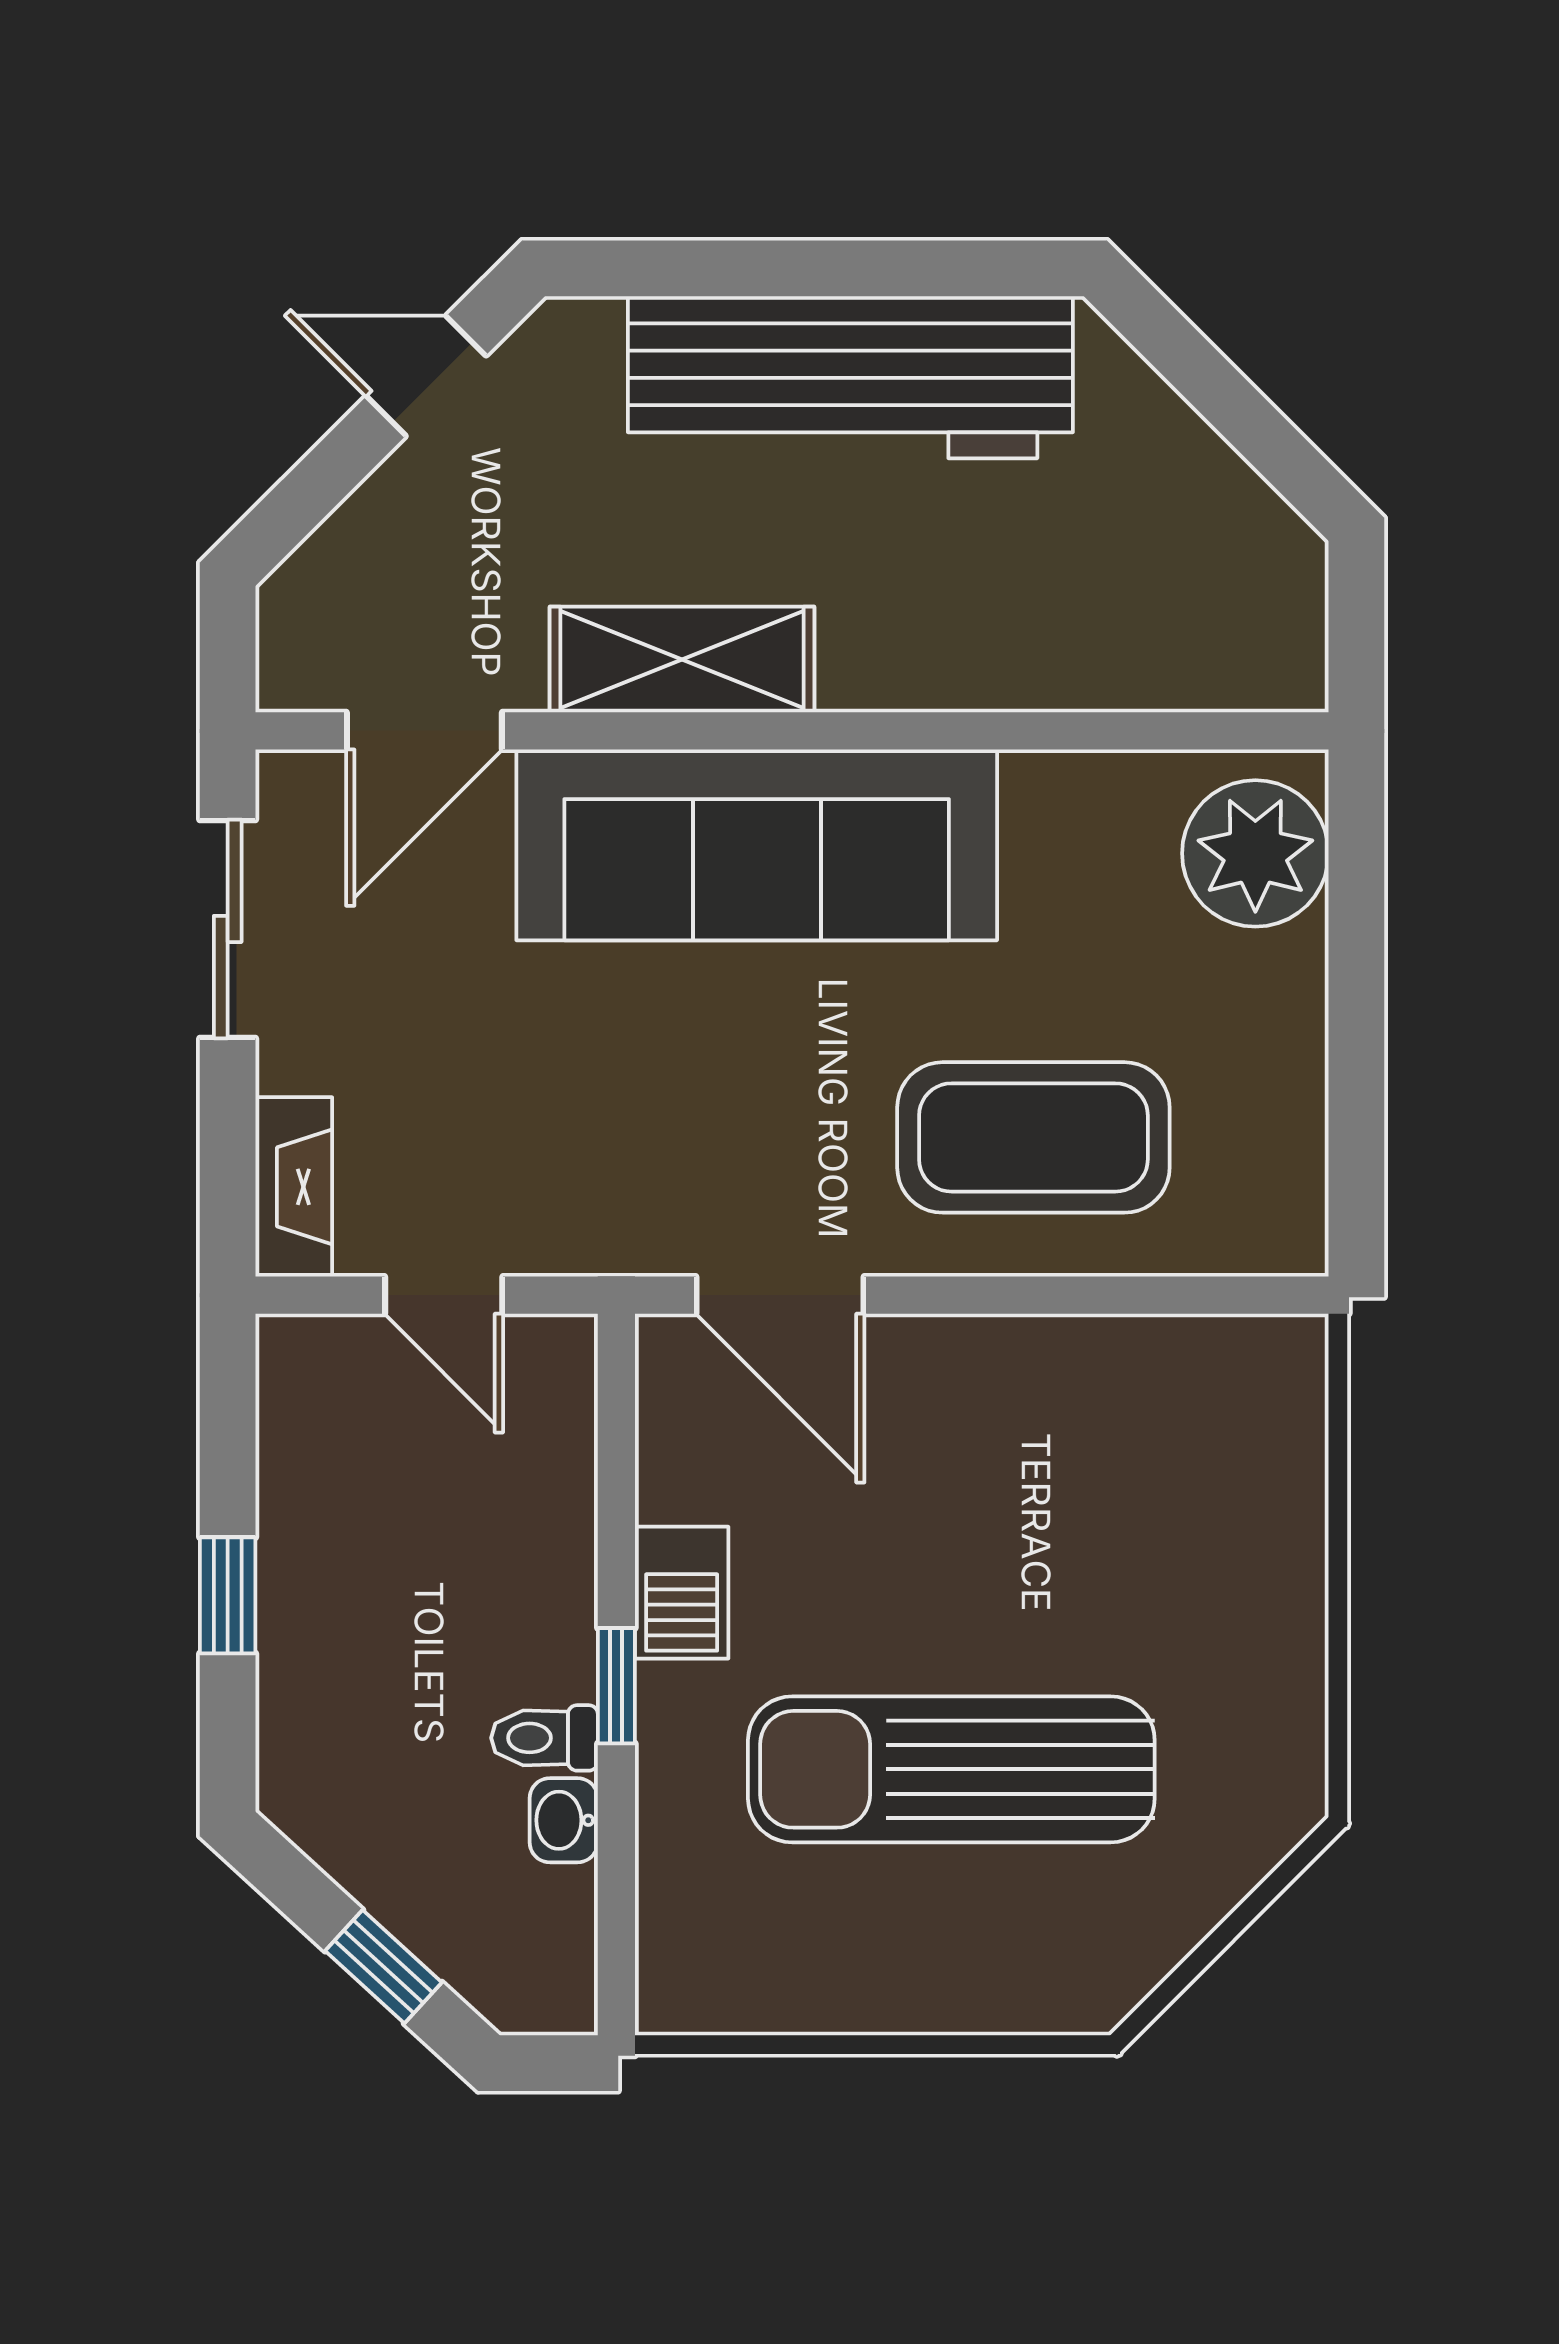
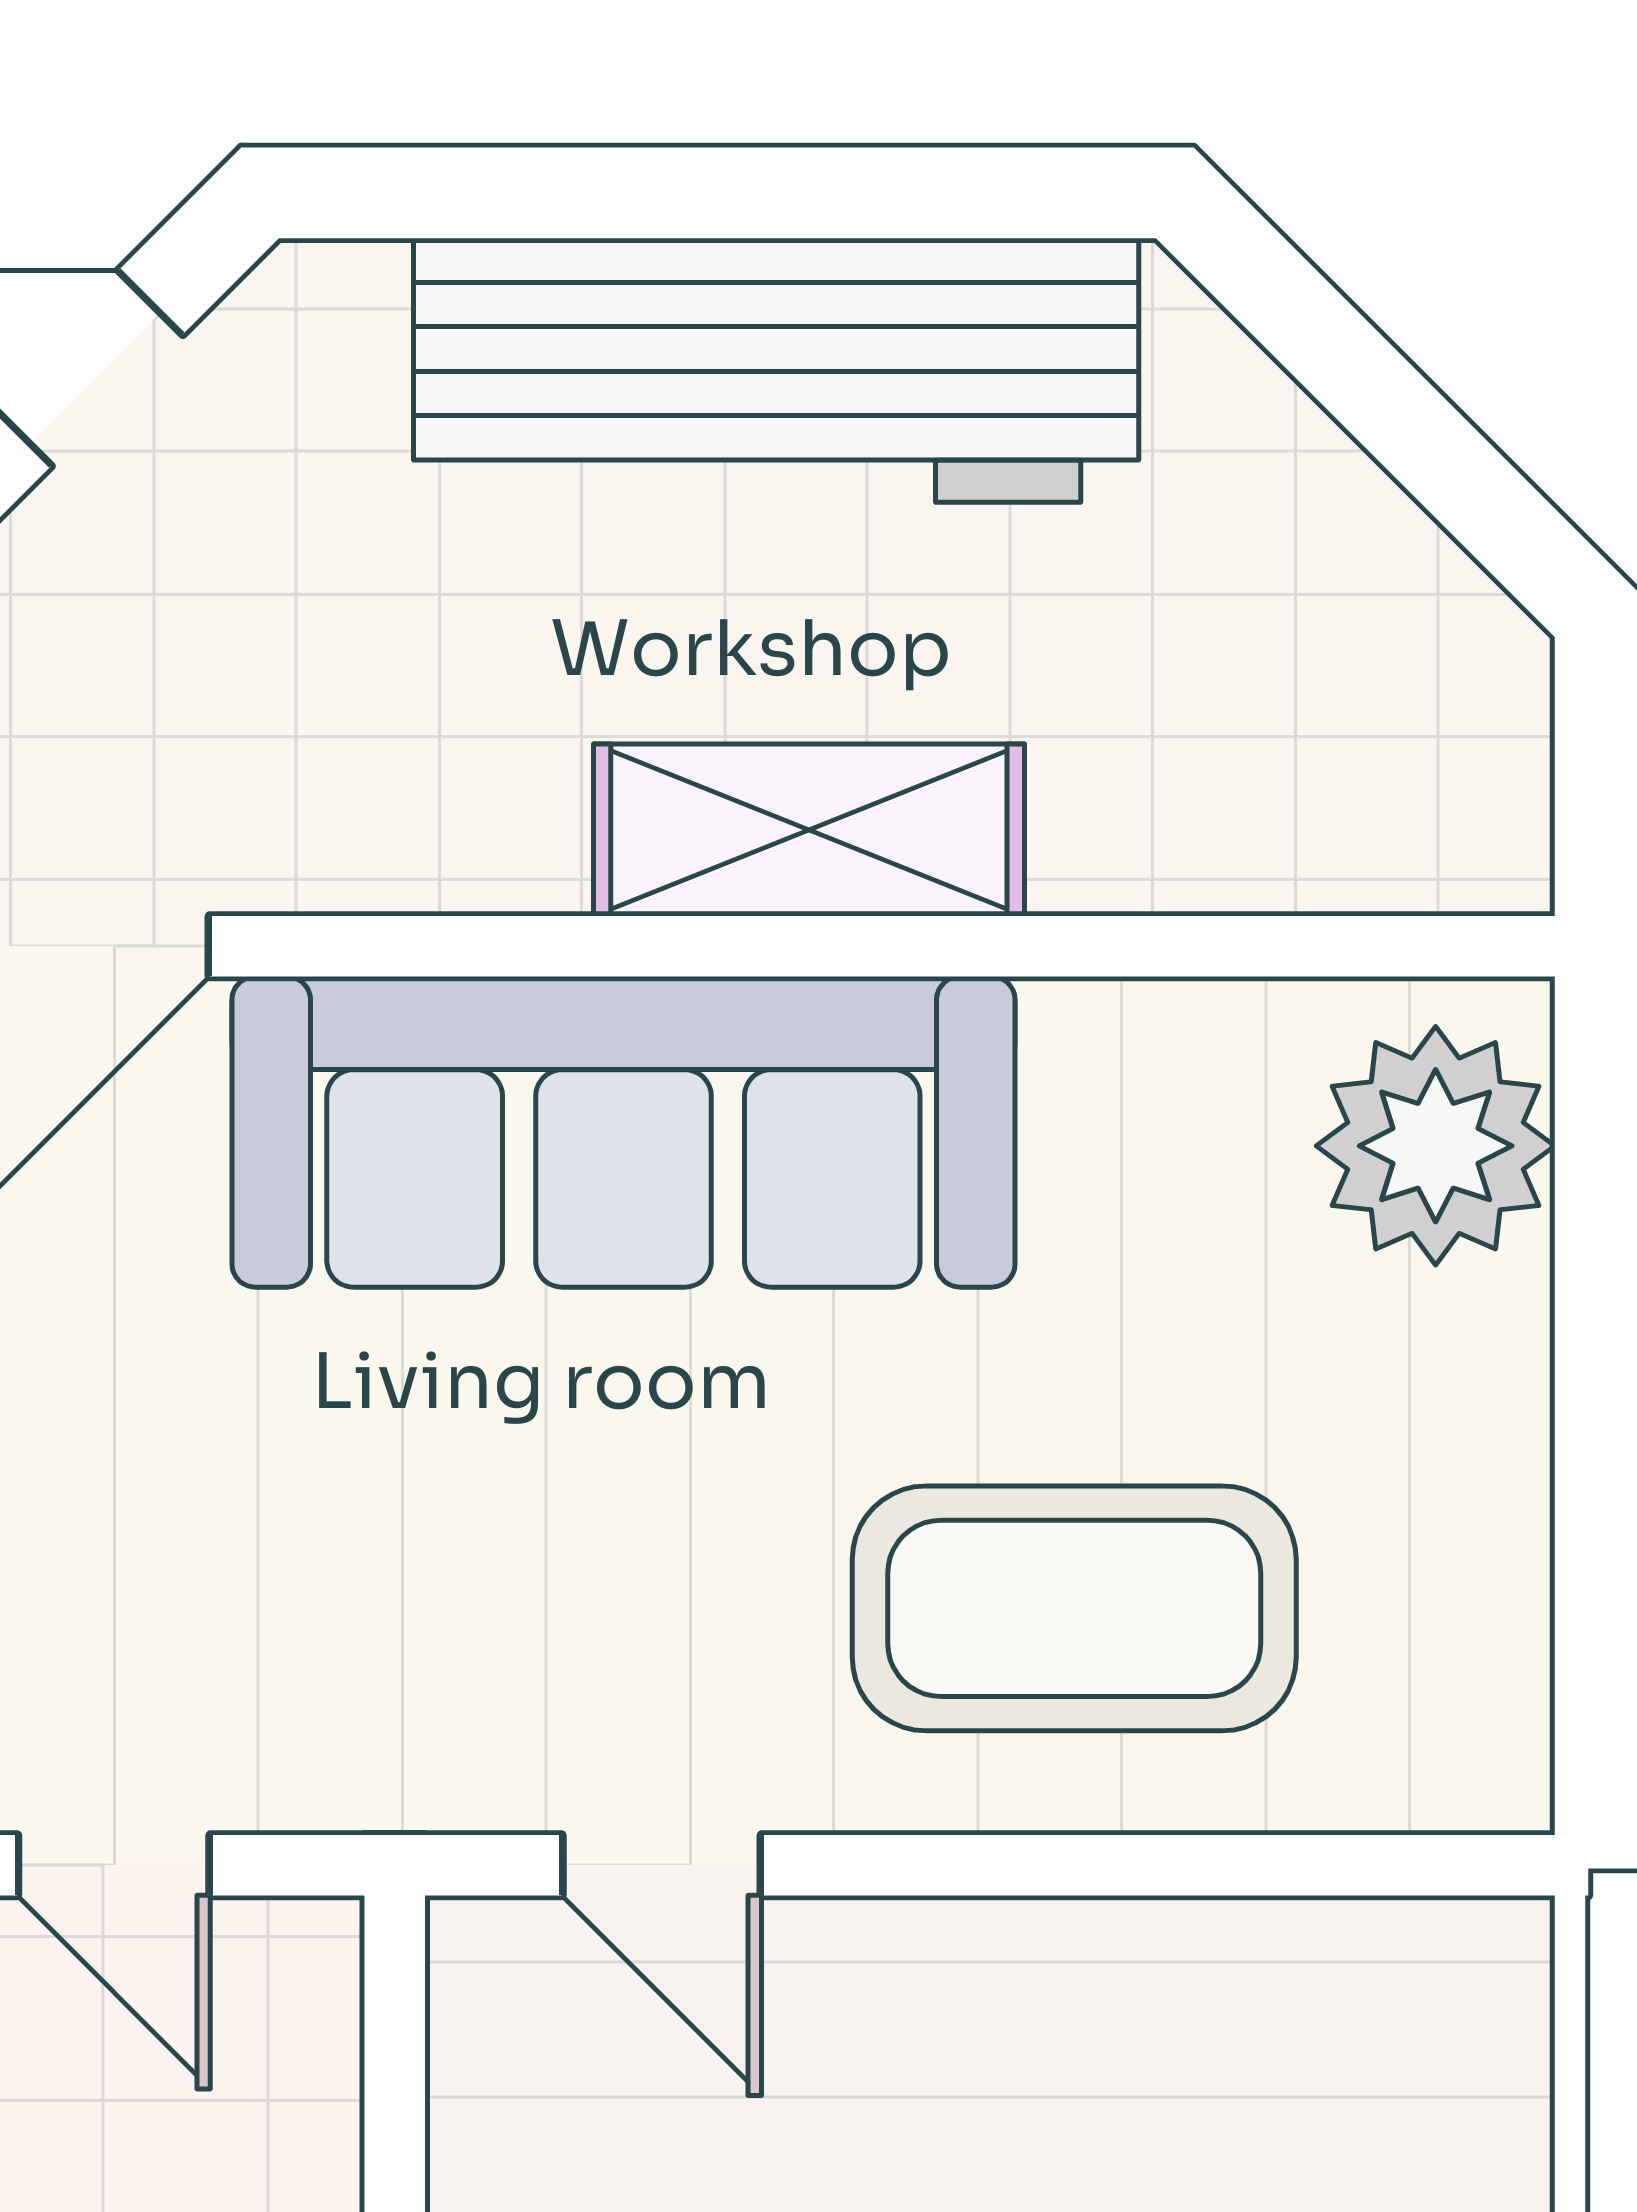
shelving: (682, 659) -> (809, 830), moved
door: (780, 1295) -> (662, 1865), width x0.73

